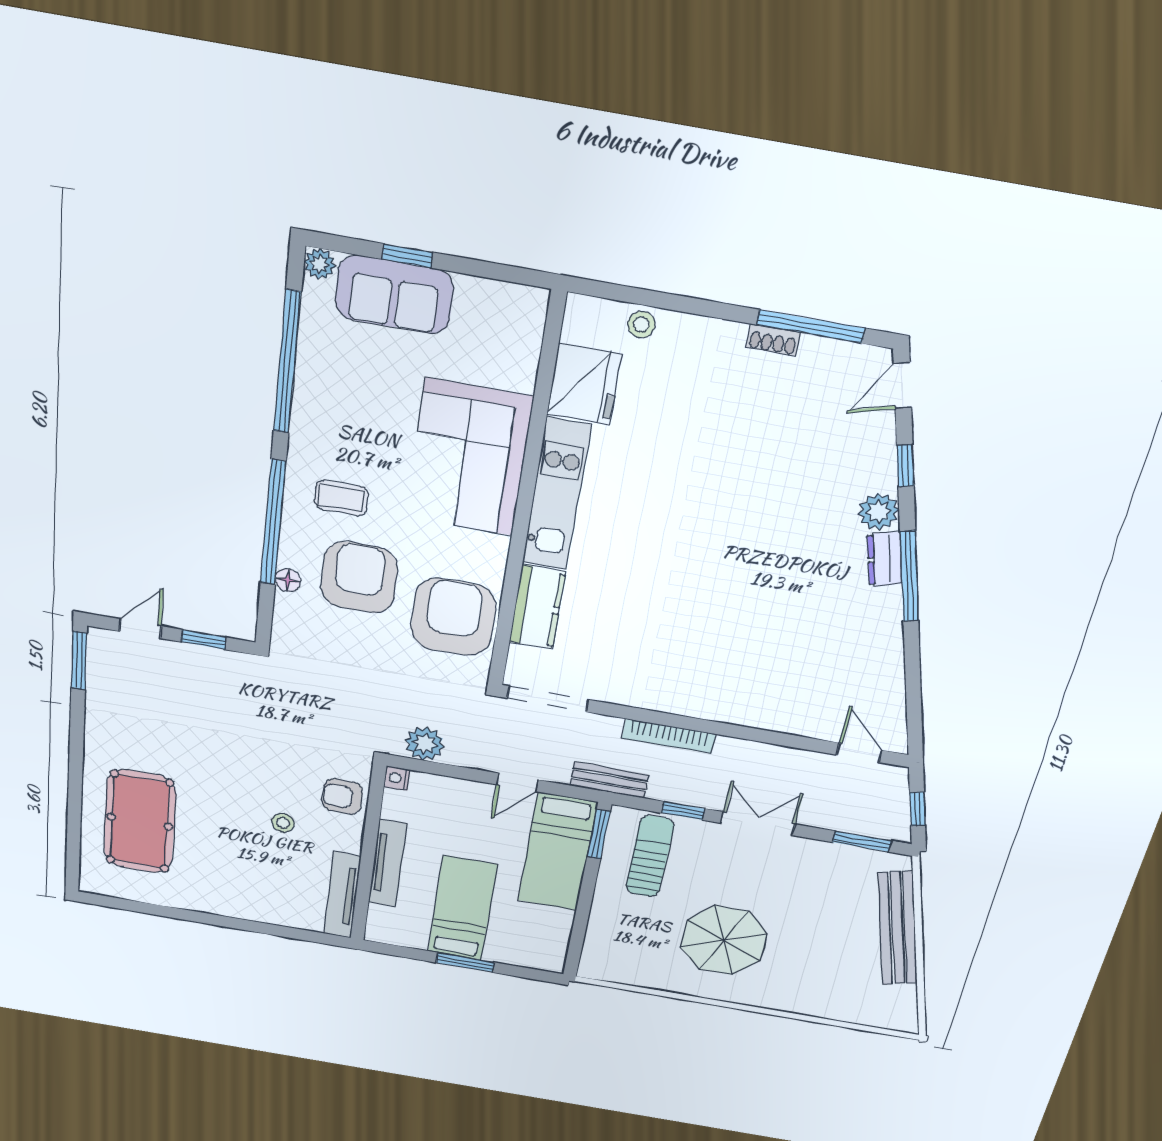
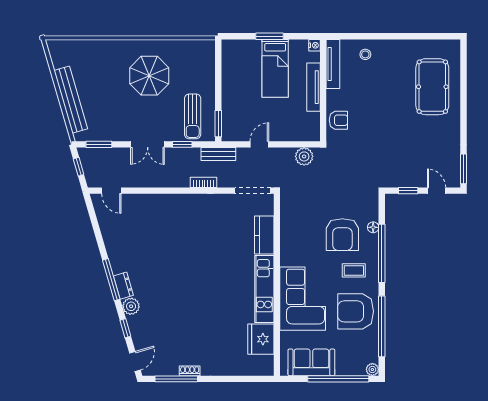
window: (407, 256) -> (338, 379), width x3.17
sofa: (394, 295) -> (311, 362), moved
stool: (641, 324) -> (242, 368), removed
armchair: (453, 617) -> (356, 311), moved, turned 90
door: (140, 629) -> (437, 191), swing flipped
bookcase: (669, 736) -> (204, 182), width x0.64
nightstand: (397, 778) -> (314, 45), moved
stool: (283, 823) -> (365, 54), moved
bed: (557, 852) -> (235, 110), removed

